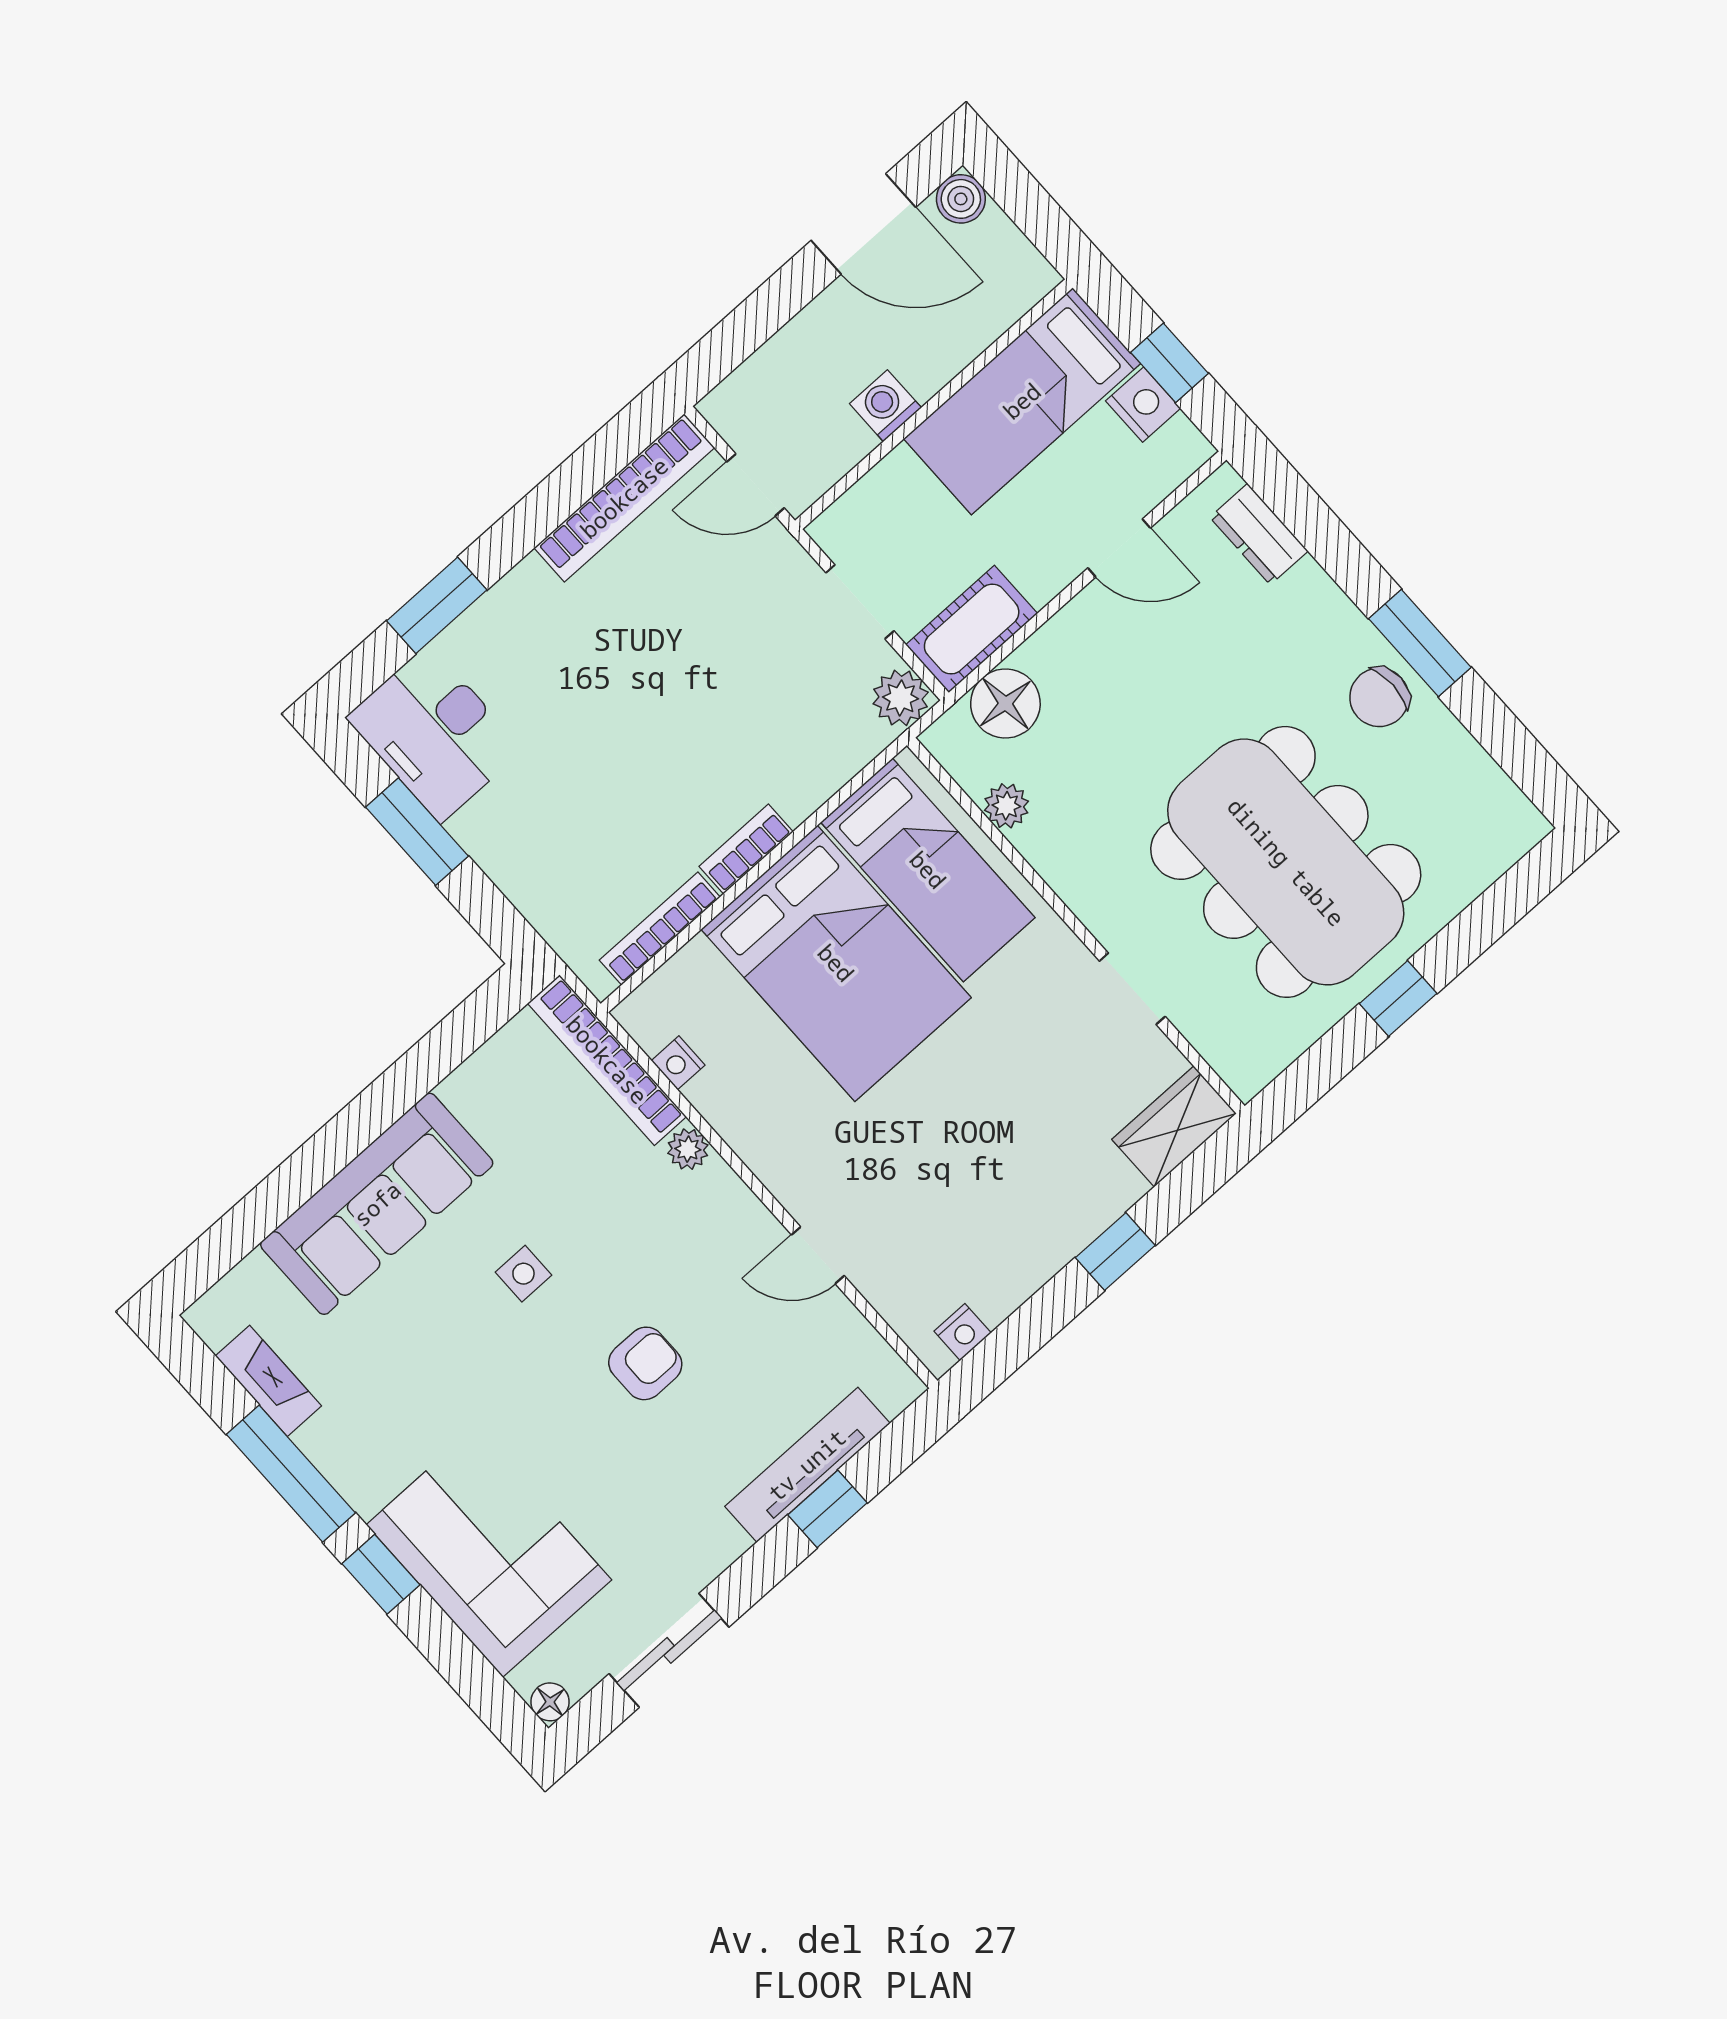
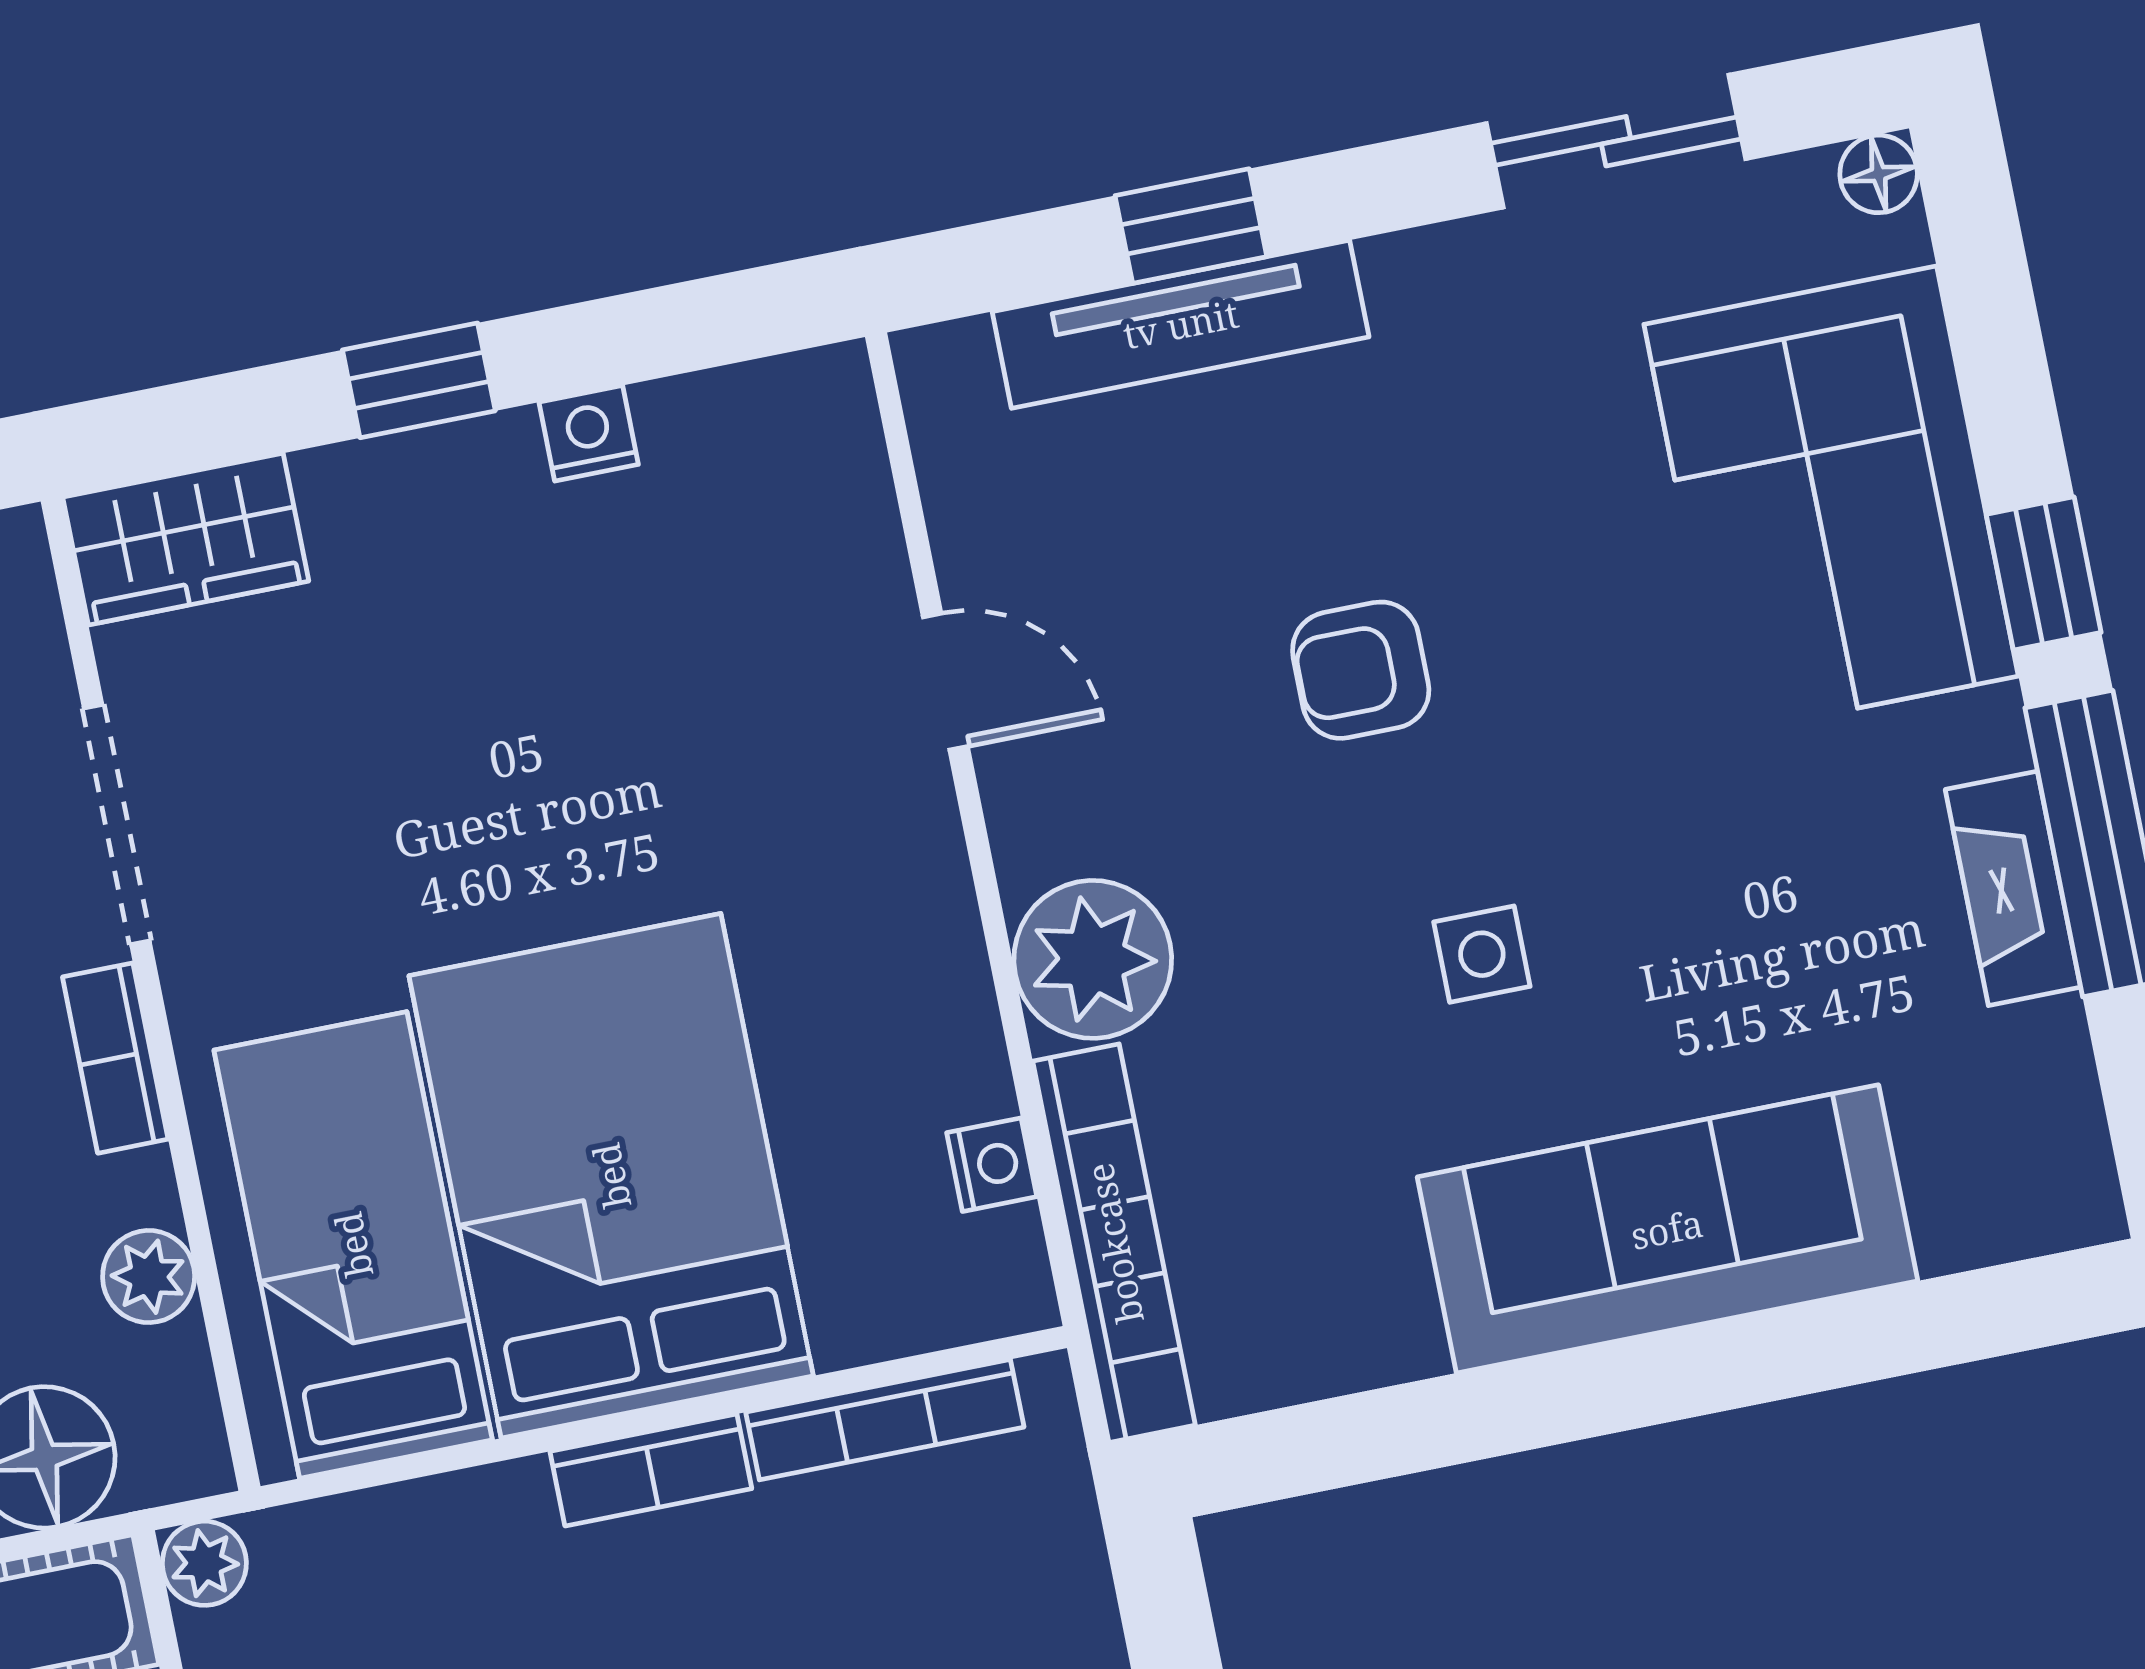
plant: (901, 698) -> (204, 1563), width x0.73, depth x0.73
bookcase: (1075, 890) -> (115, 1058), added
doorway: (1132, 989) -> (117, 825), width x1.38
plant: (688, 1149) -> (1093, 959), width x1.88, depth x1.88
nightstand: (963, 1332) -> (589, 433), moved
fireplace: (268, 1381) -> (2013, 888), moved

